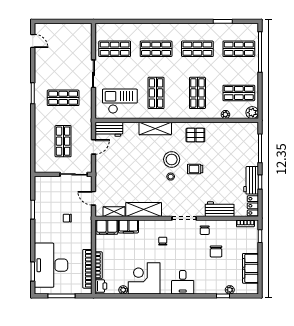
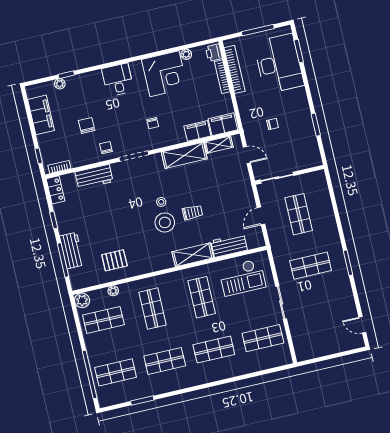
workbench: (109, 129) -> (229, 245), moved
pallet: (195, 135) -> (114, 260), moved
trolley: (195, 169) -> (192, 212), moved
workbench: (251, 180) -> (72, 251), moved

